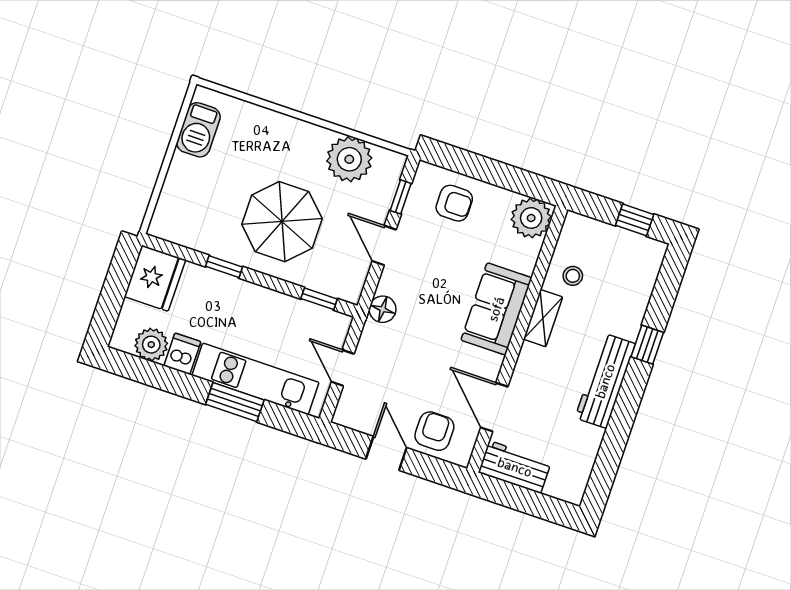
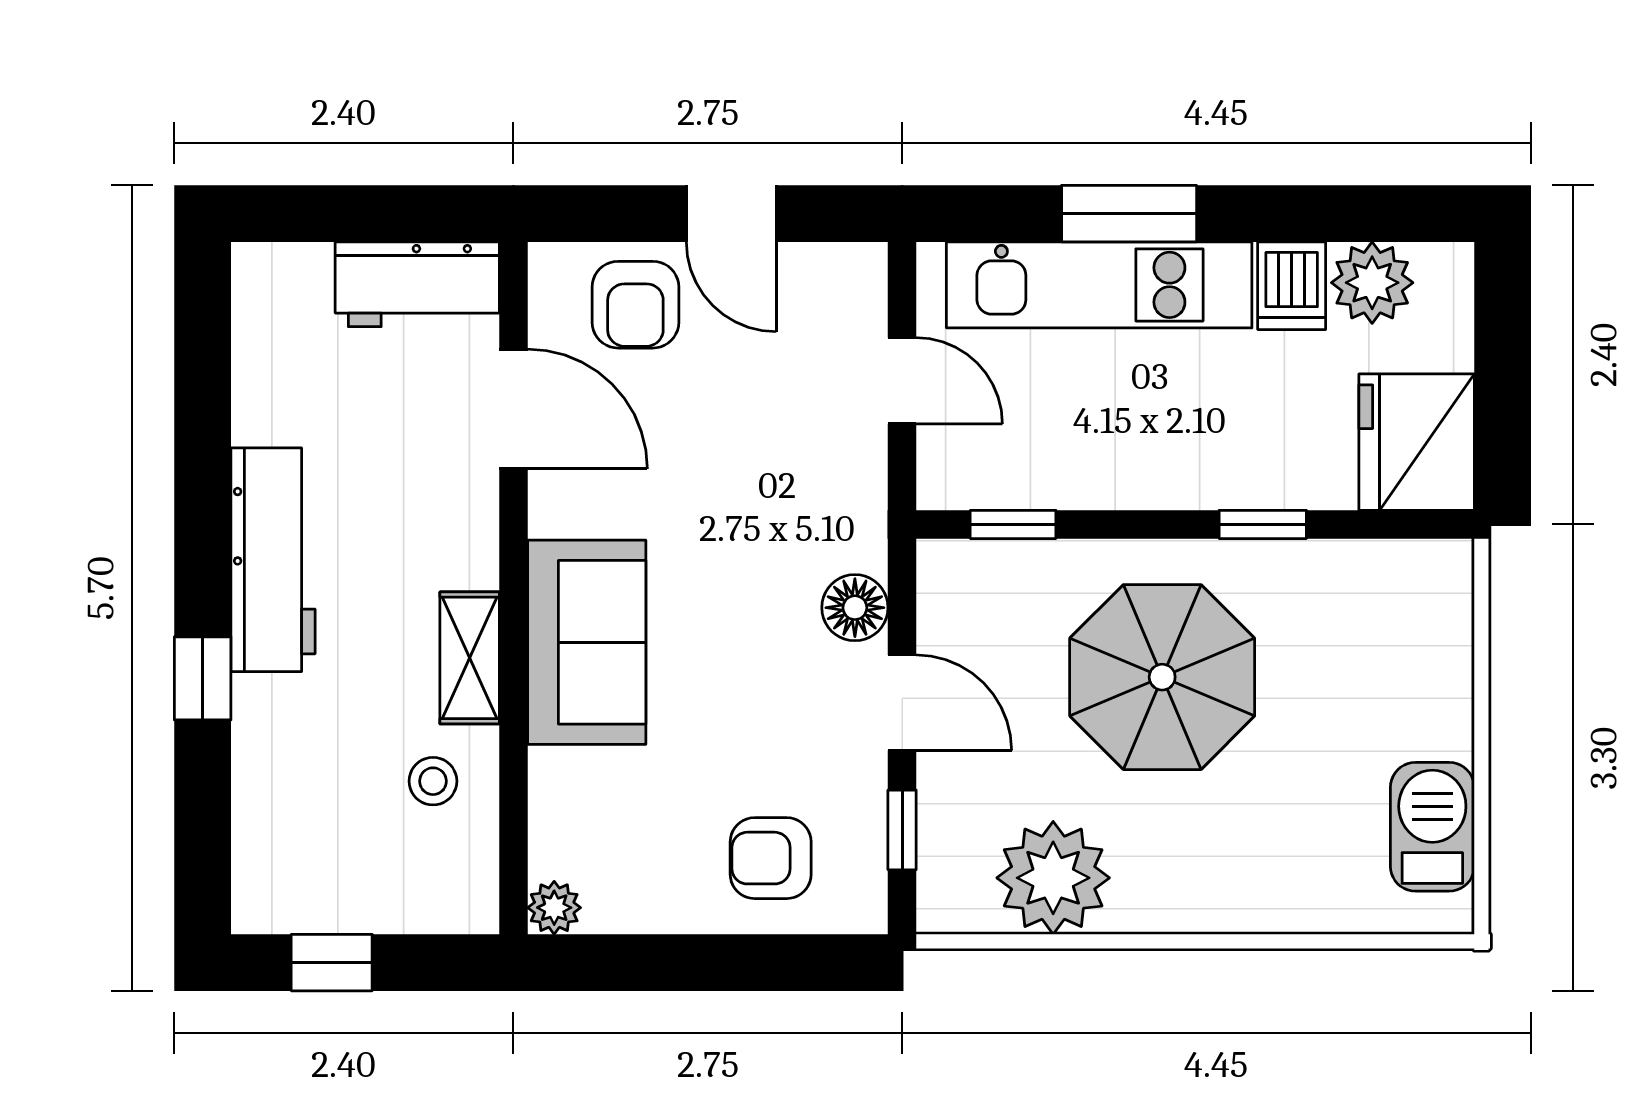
plant: (531, 218) -> (554, 908), width x0.53, depth x0.53
floor lamp: (383, 309) -> (855, 608), moved

